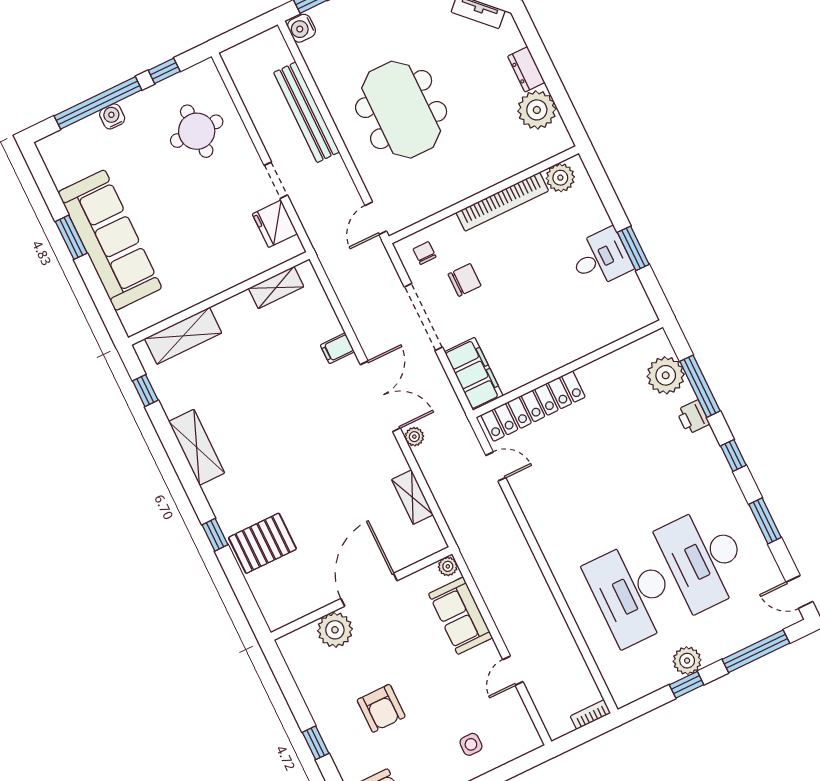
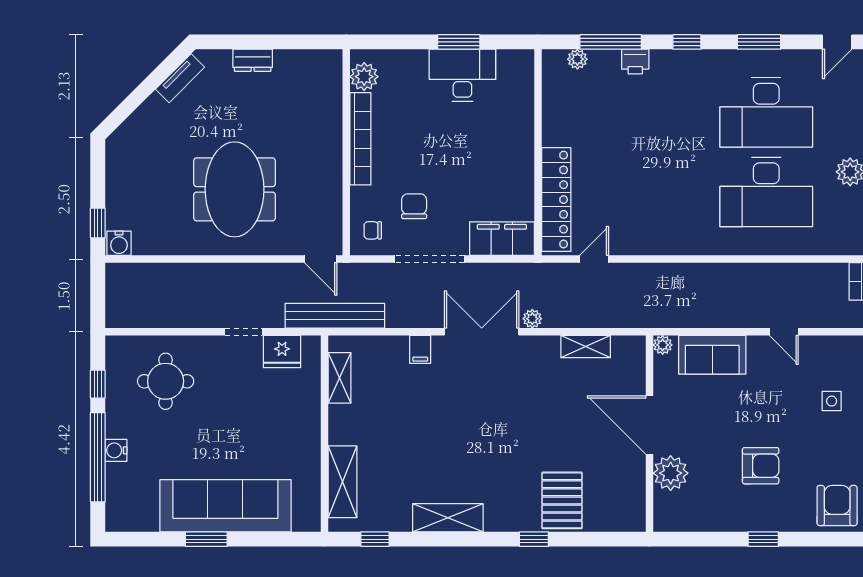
meeting table: (401, 110) -> (235, 189), turned 90
plant: (537, 110) -> (293, 68), removed
bench: (307, 112) -> (335, 316), moved
desk: (601, 258) -> (462, 75), width x1.37
plant: (666, 375) -> (577, 59), width x0.53, depth x0.53

